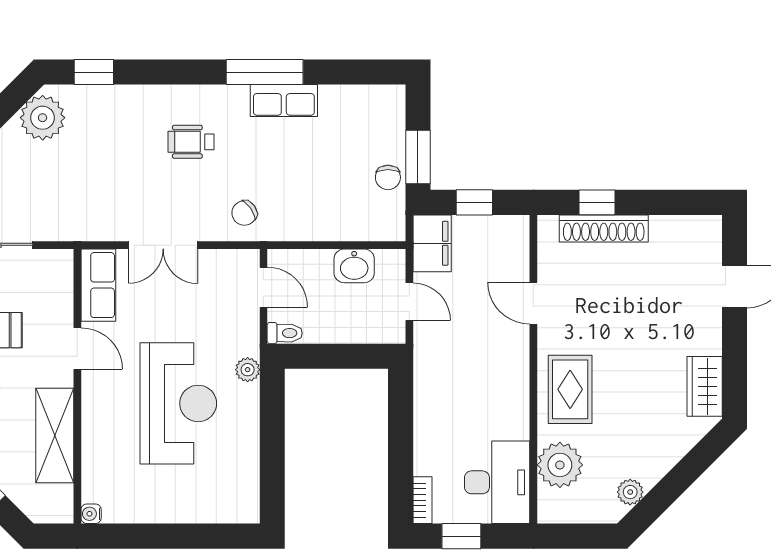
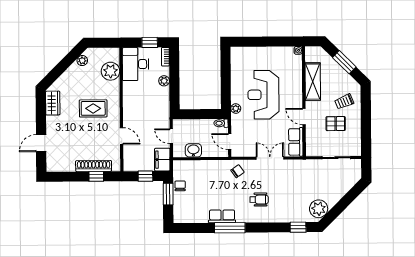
rug: (570, 389) -> (93, 108), moved, turned 90
plant: (426, 440) -> (164, 81), added

